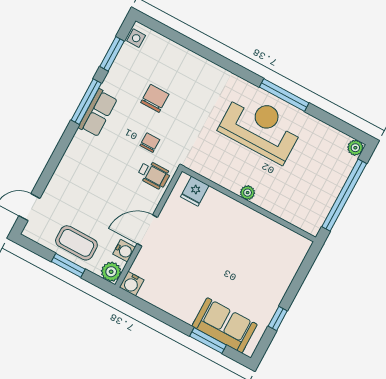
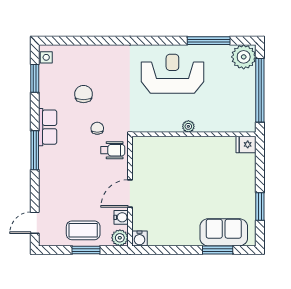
window: (284, 95) -> (209, 41), moved
window: (86, 102) -> (35, 150), moved
plant: (355, 148) -> (244, 57), width x1.88, depth x1.88
fridge: (195, 191) -> (246, 144), moved, turned 90
window: (278, 319) -> (260, 206), width x1.50

